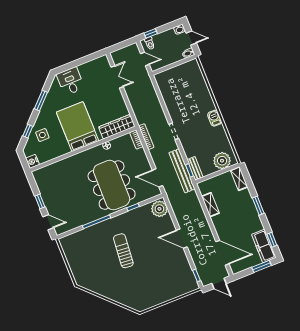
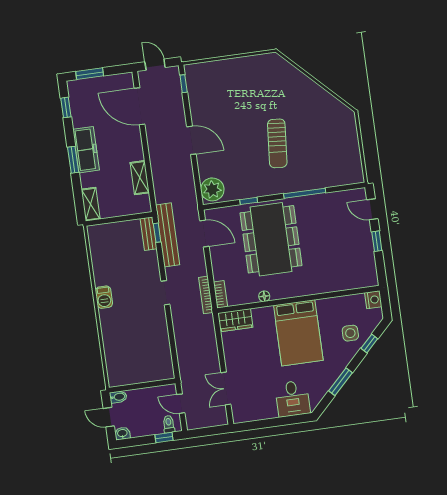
wardrobe: (117, 127) -> (235, 320), width x0.67
plant: (222, 161) -> (108, 235), removed
freezer: (264, 246) -> (86, 150), moved

